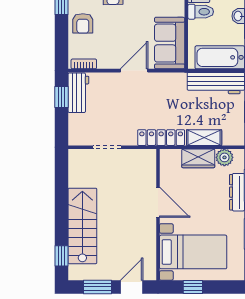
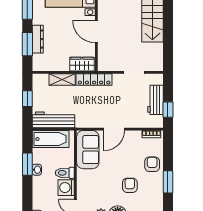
workbench: (78, 93) -> (155, 100), moved
plant: (224, 157) -> (47, 65), removed
wardrobe: (198, 158) -> (82, 64), moved

